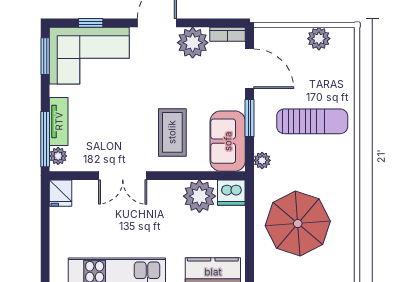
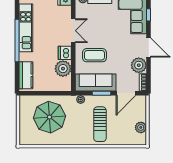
sofa: (228, 141) -> (96, 82), width x1.36
double door: (123, 176) -> (73, 31), swing flipped
dishwasher: (231, 193) -> (65, 53), moved

